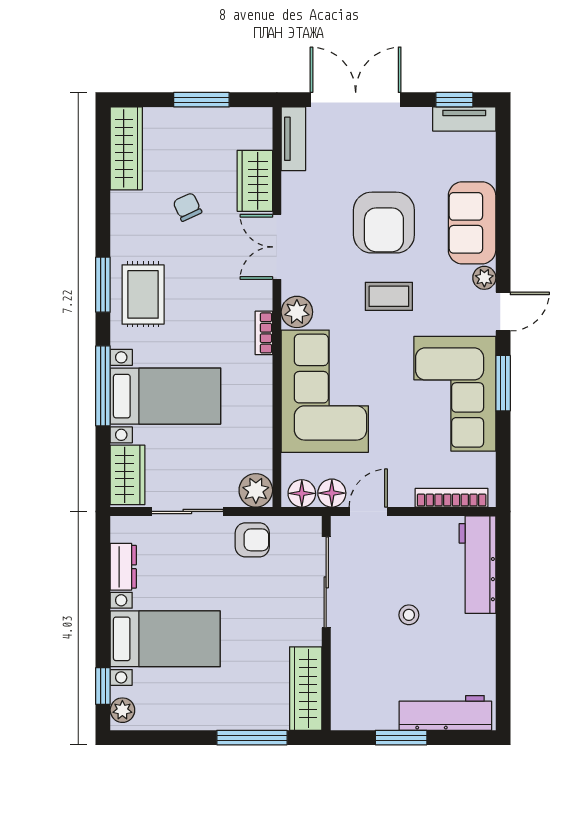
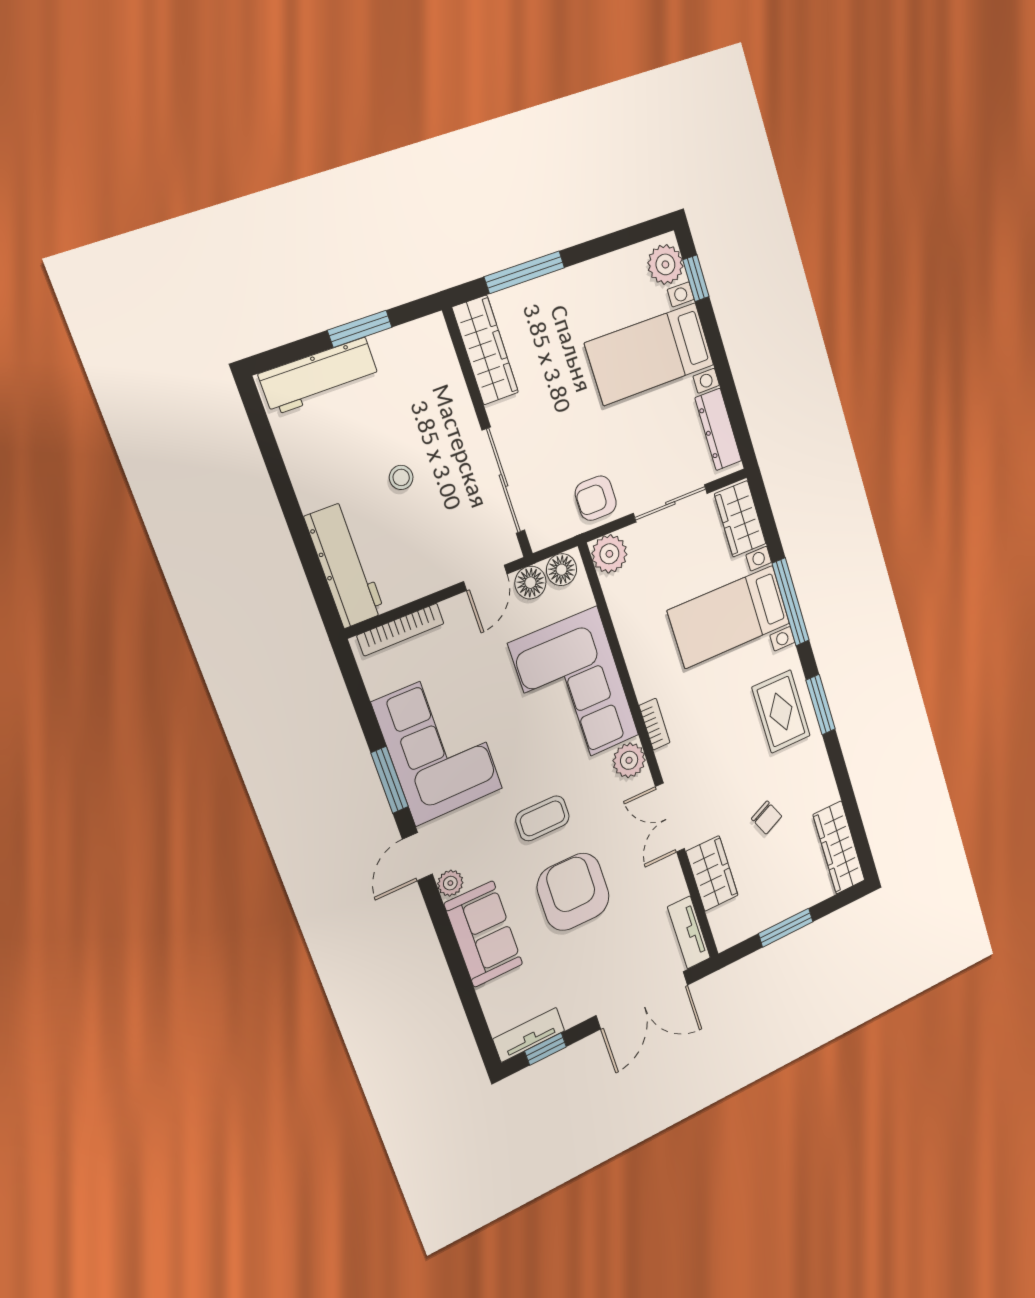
double door: (277, 247) -> (670, 818), swing flipped
dresser: (123, 567) -> (718, 429), width x1.44
plant: (122, 710) -> (665, 264), width x1.38, depth x1.38

